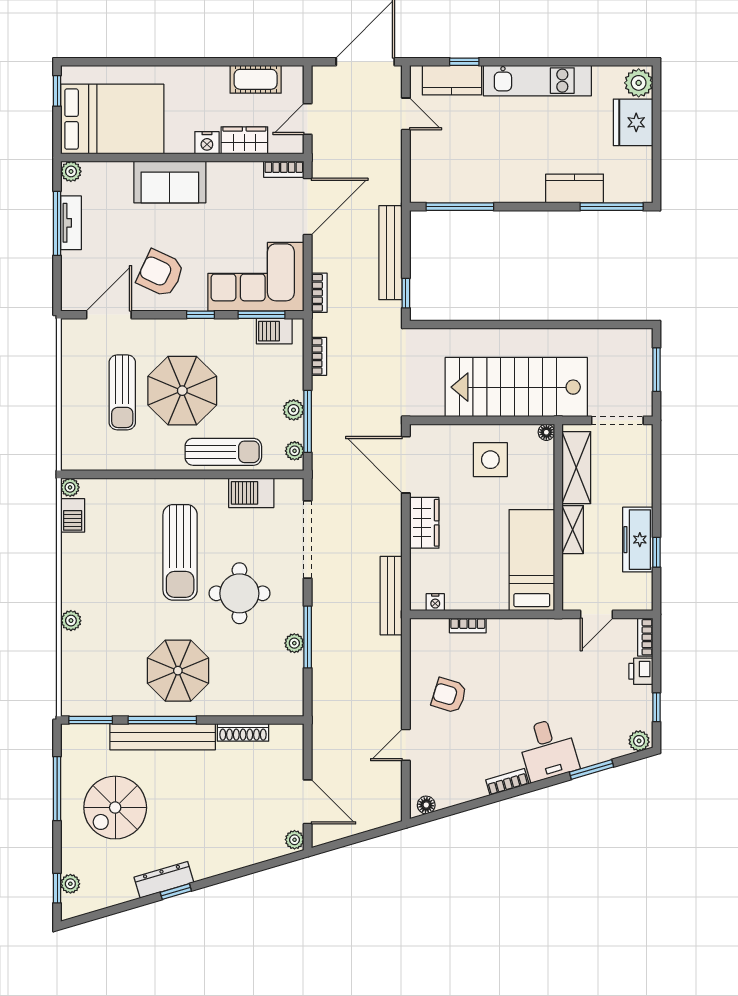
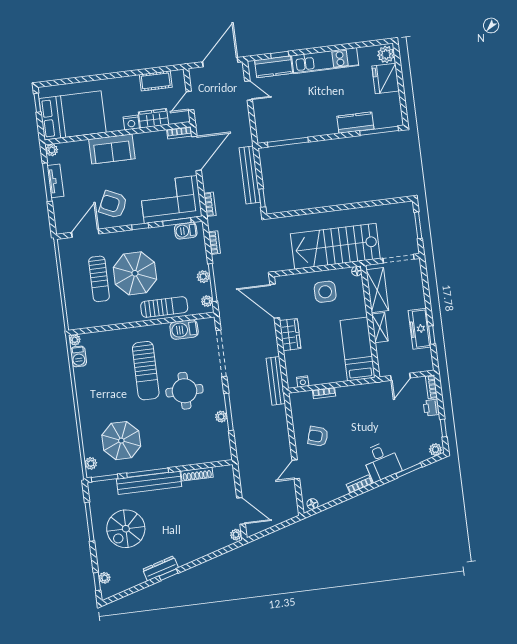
plant: (71, 621) -> (91, 463), moved
parasol: (178, 671) -> (121, 441), moved

